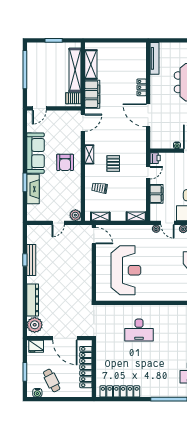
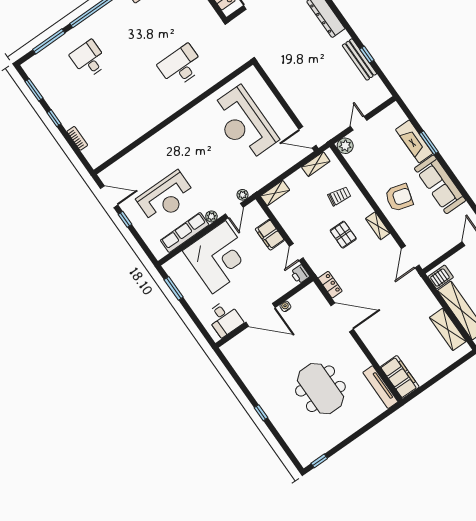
locker: (142, 87) -> (330, 285), moved
filing cabinet: (92, 94) -> (400, 377), moved, turned 180
armchair: (65, 162) -> (399, 197), turned 106
door: (167, 223) -> (234, 211), swing flipped

